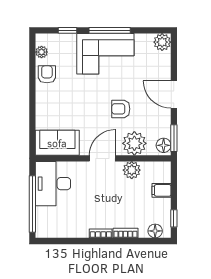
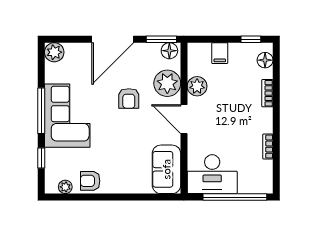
door: (174, 94) -> (113, 39), width x1.36
bookcase: (101, 233) -> (268, 147), moved

